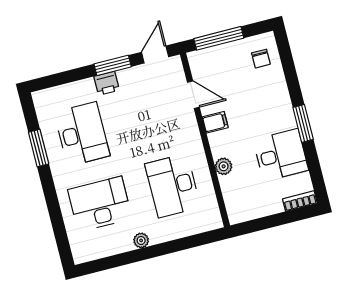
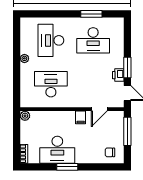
printer: (107, 83) -> (118, 75), moved
desk: (281, 155) -> (57, 150), width x1.37
plant: (224, 166) -> (25, 116), moved
desk: (100, 204) -> (51, 40), turned 180

